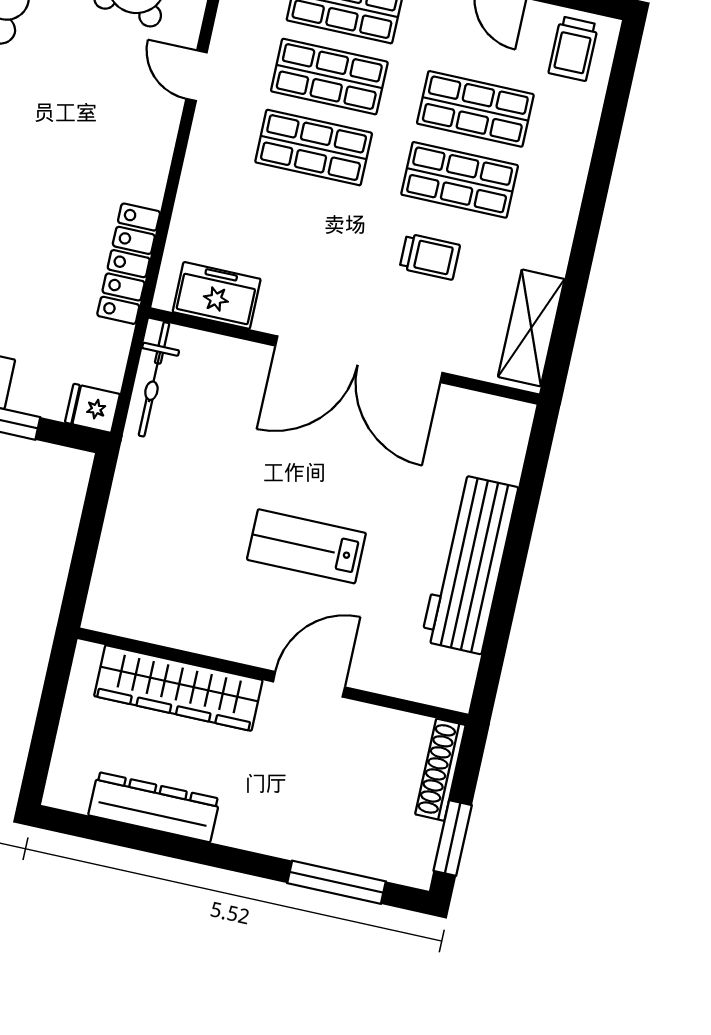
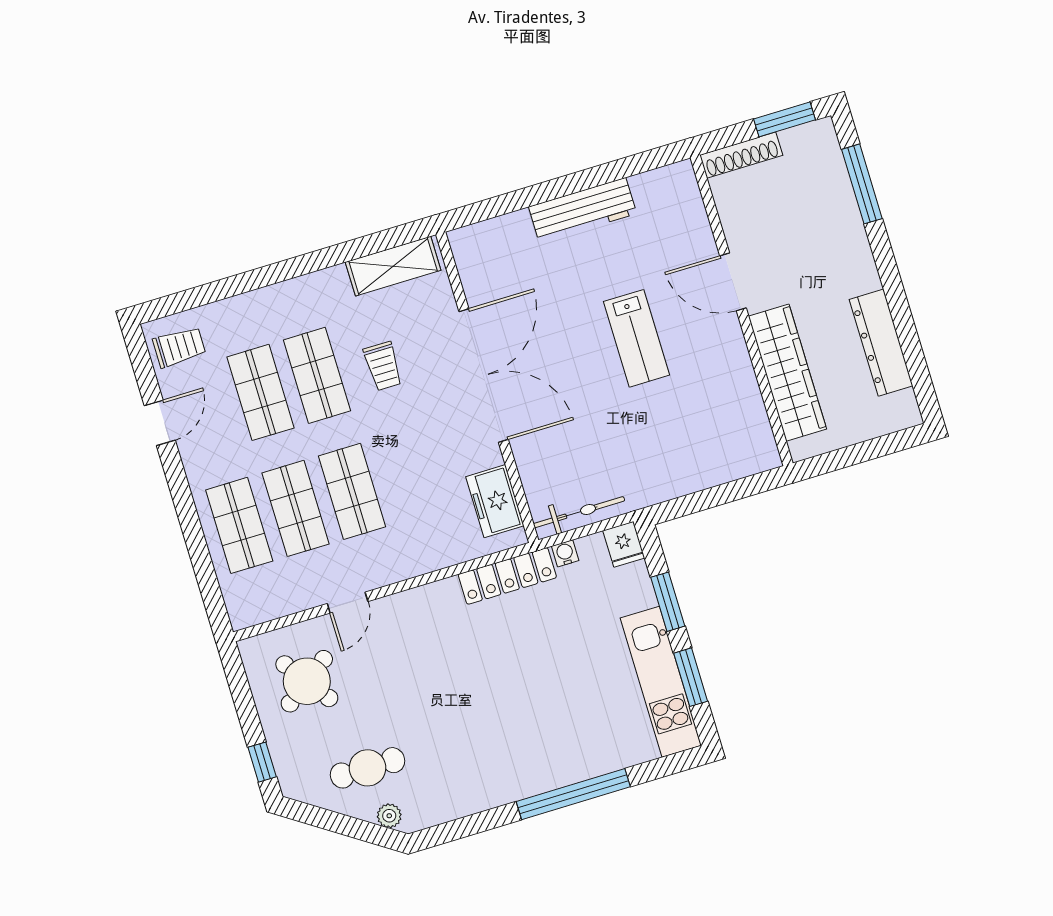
trolley: (430, 257) -> (383, 366), turned 180
water cooler: (118, 340) -> (565, 553), added
workbench: (470, 564) -> (583, 210), width x0.73, depth x0.76

